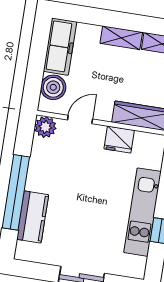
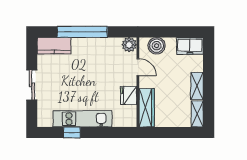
freezer: (60, 47) -> (190, 46), width x0.71
kitchen counter: (33, 217) -> (54, 46), moved

